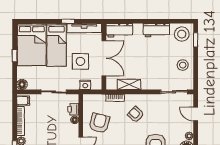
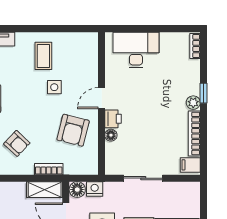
floor lamp: (22, 84) -> (77, 190), moved
shelving: (129, 84) -> (45, 190), moved
printer: (73, 109) -> (113, 119), moved

